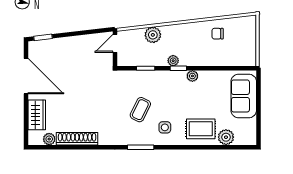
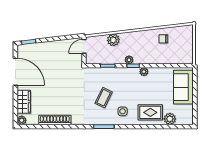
plant: (49, 139) -> (22, 120), moved

